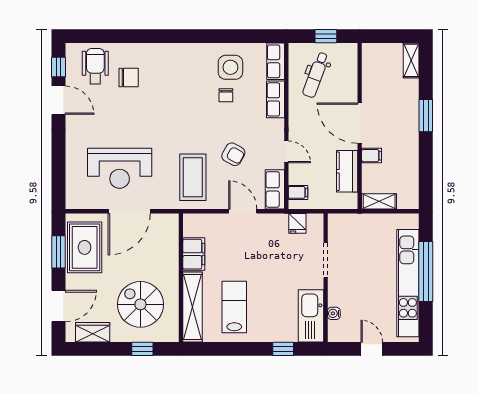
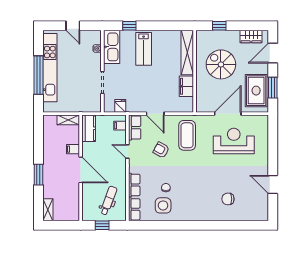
wheelchair: (95, 66) -> (249, 206), removed
window: (59, 67) -> (273, 206), removed
kitchen counter: (347, 171) -> (89, 128), moved
spiral stairs: (140, 304) -> (221, 64), moved, turned 180
lab bench: (234, 307) -> (144, 49), moved

